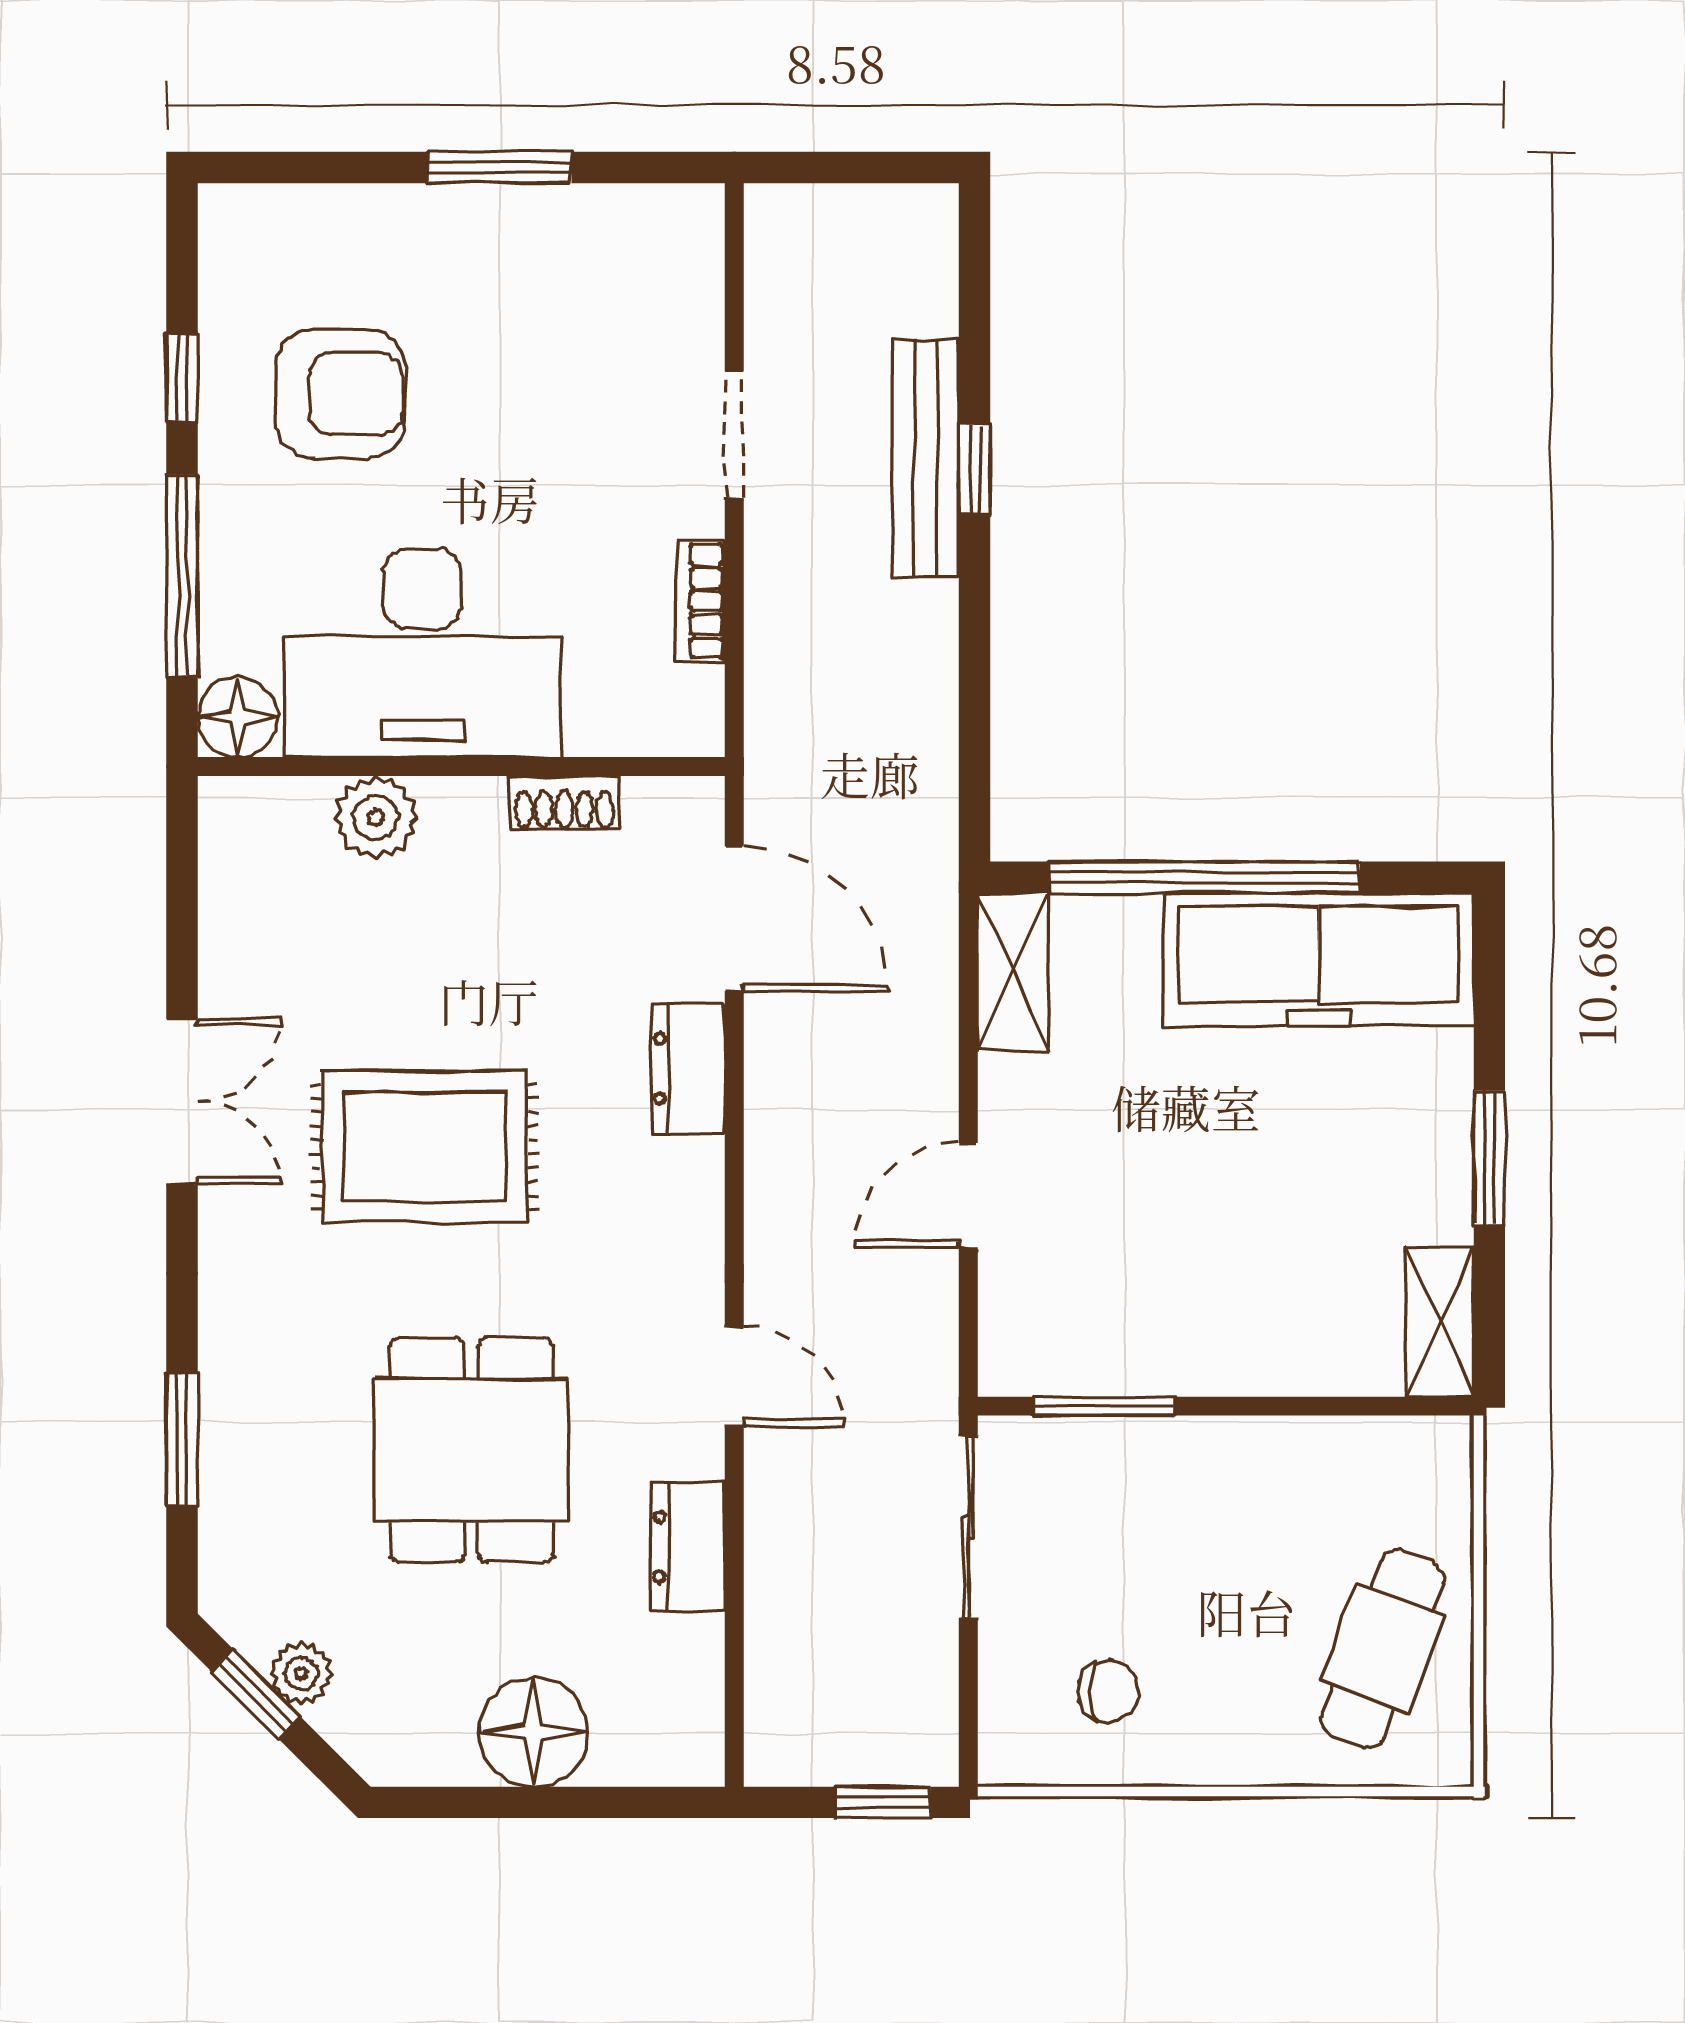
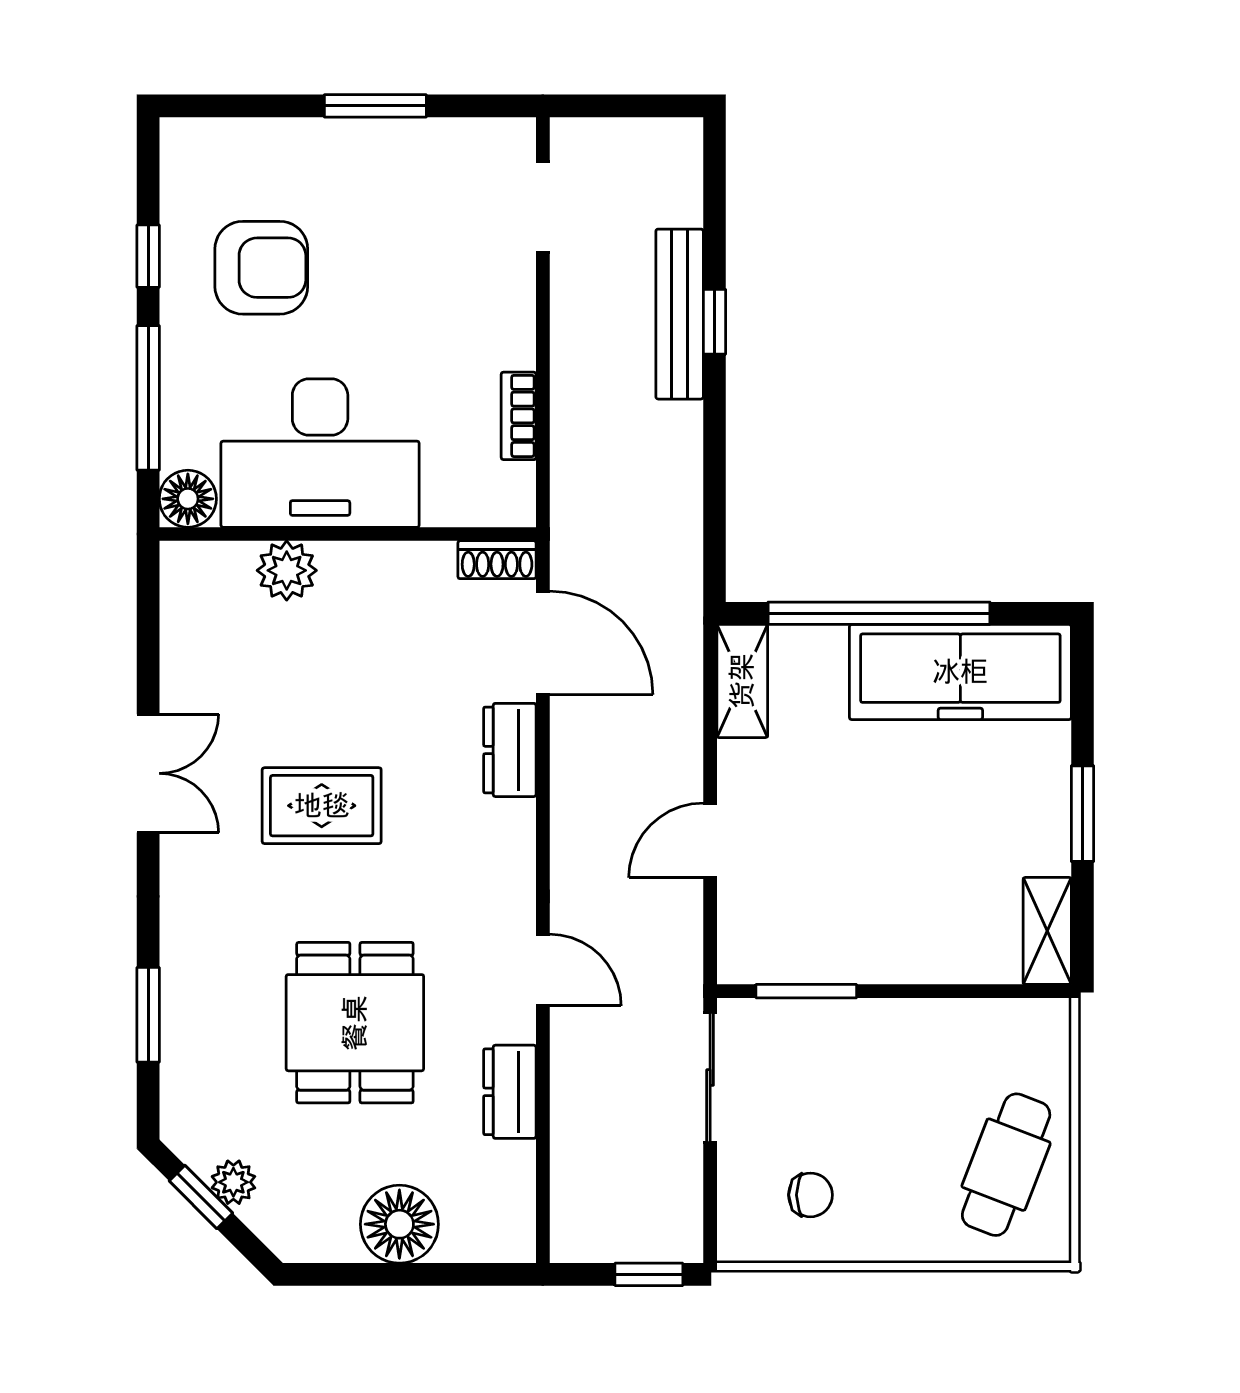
doorway: (734, 435) -> (543, 207), moved
shoe rack: (564, 802) -> (497, 560), moved
rug: (425, 1147) -> (322, 806), width x0.73, depth x0.70

